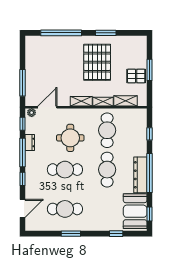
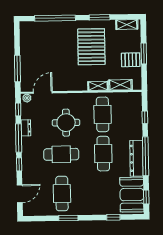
shelving: (81, 101) -> (127, 24), moved
cafe table: (65, 209) -> (62, 194), turned 90

